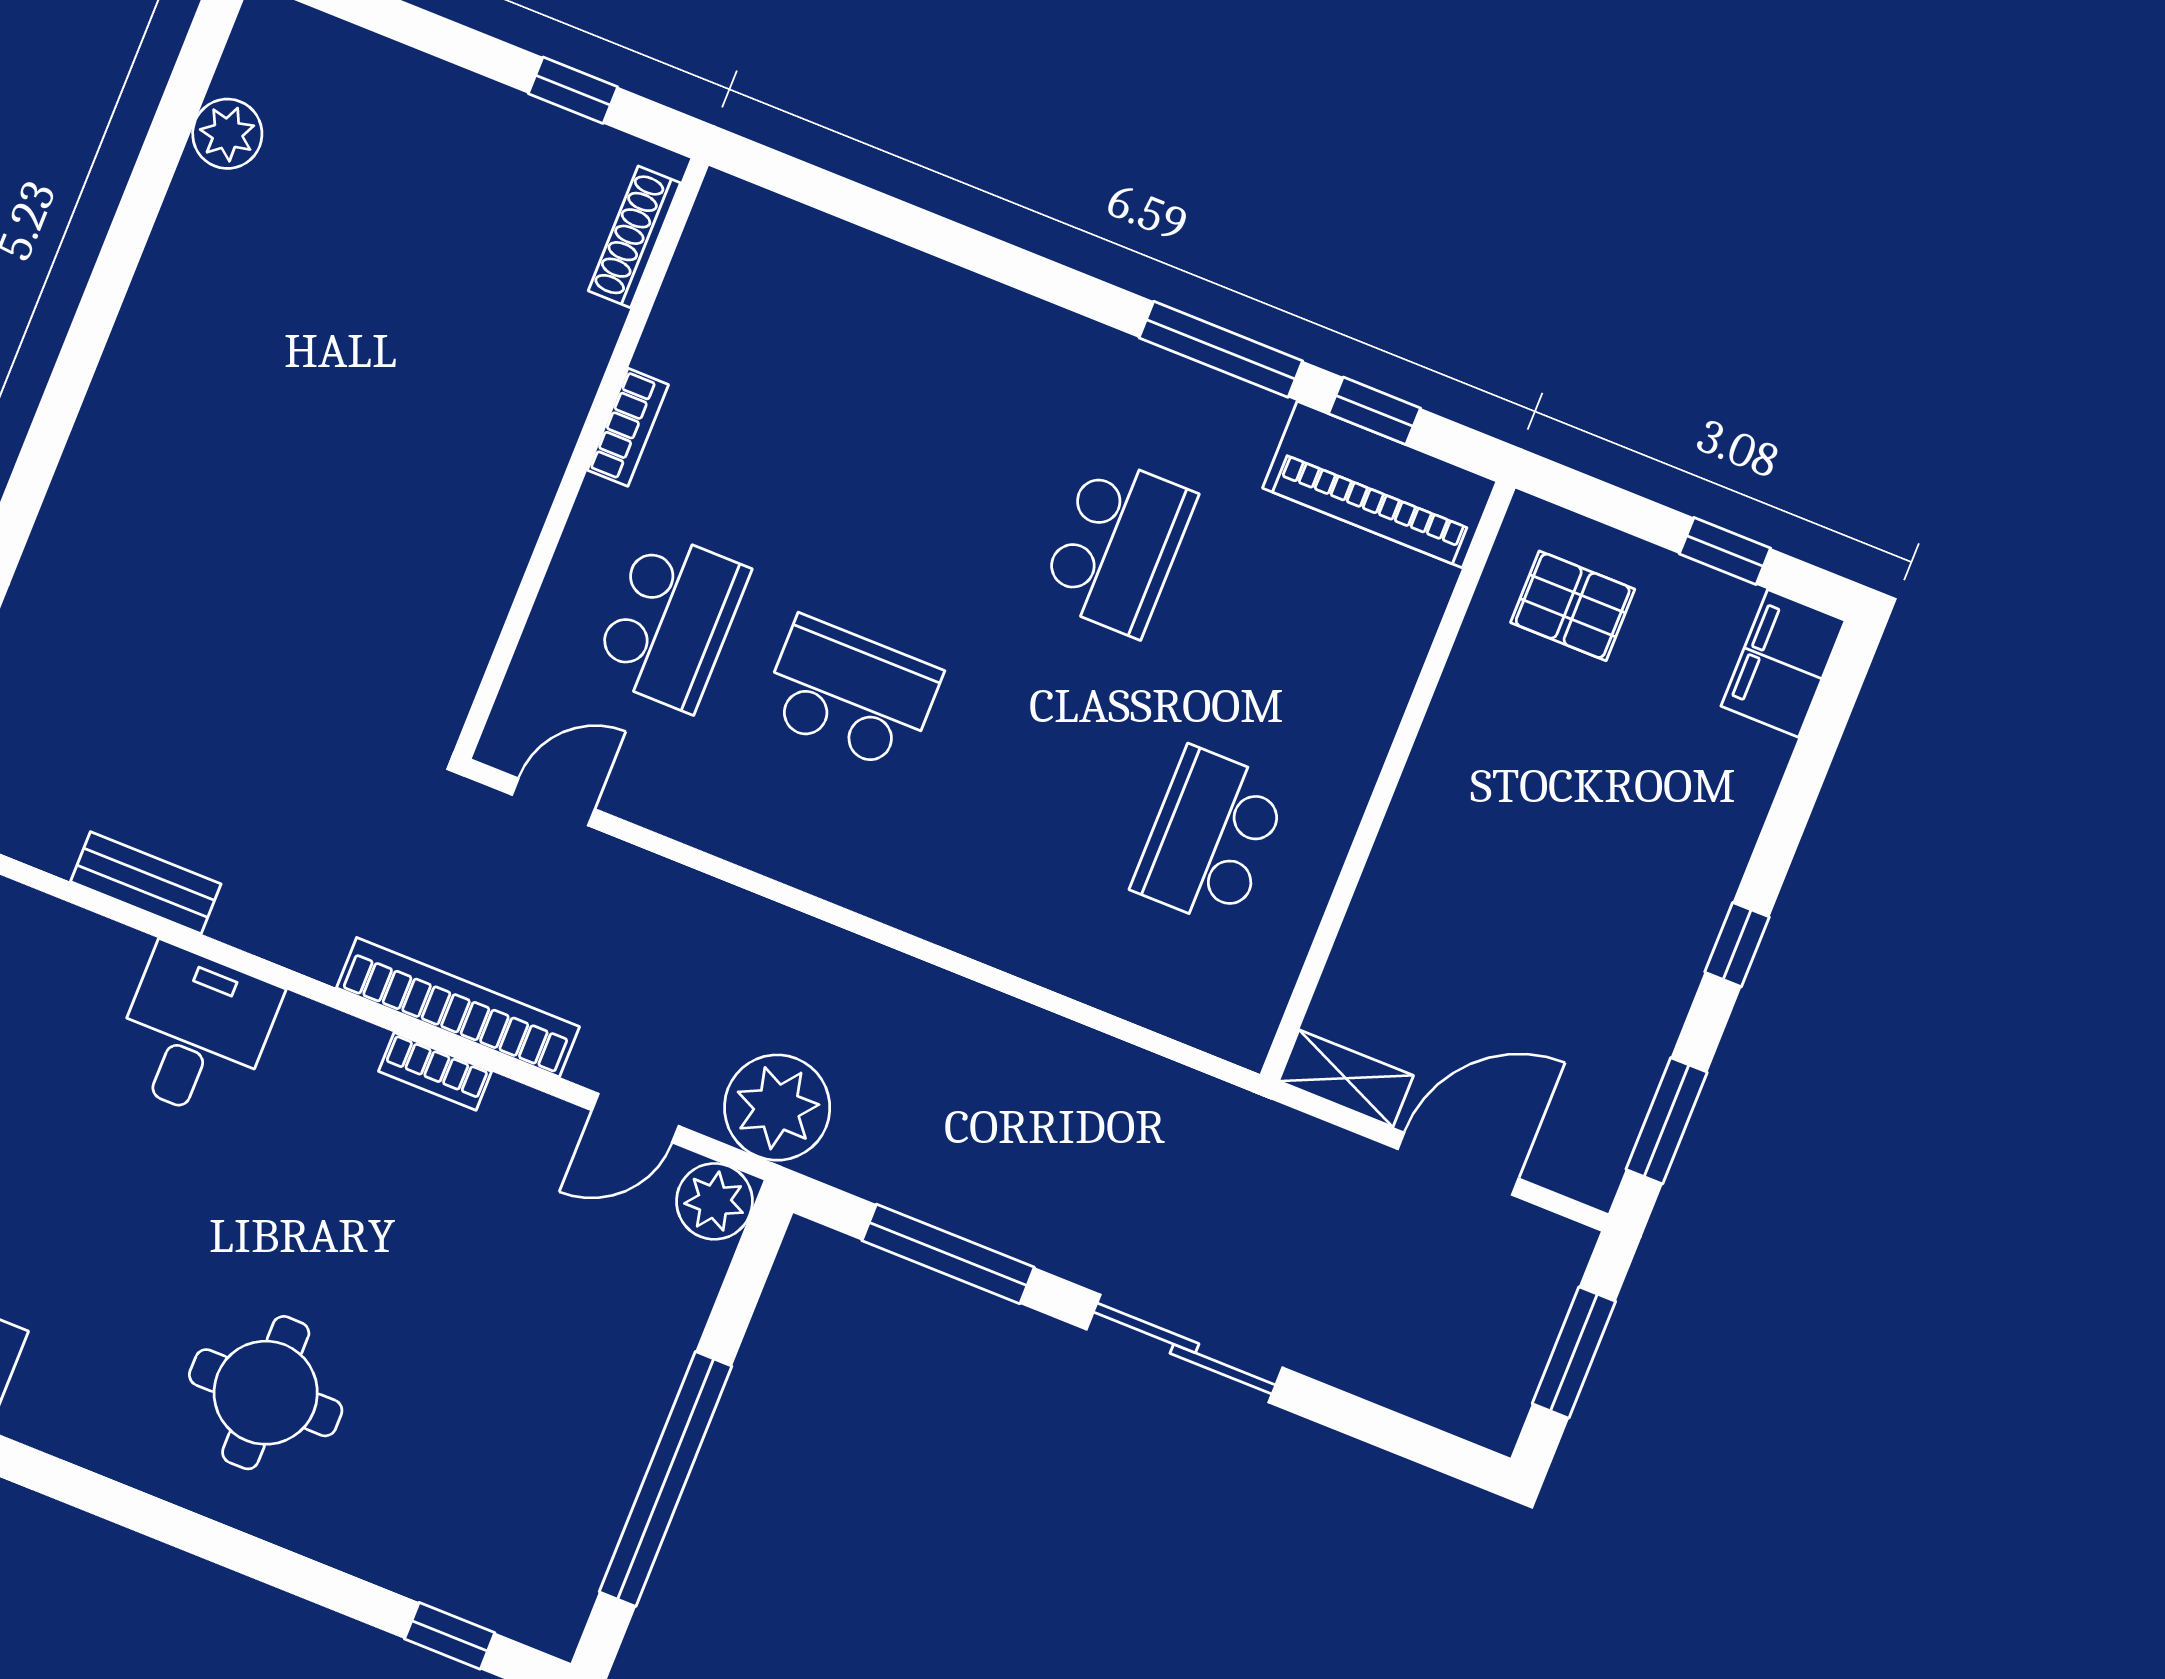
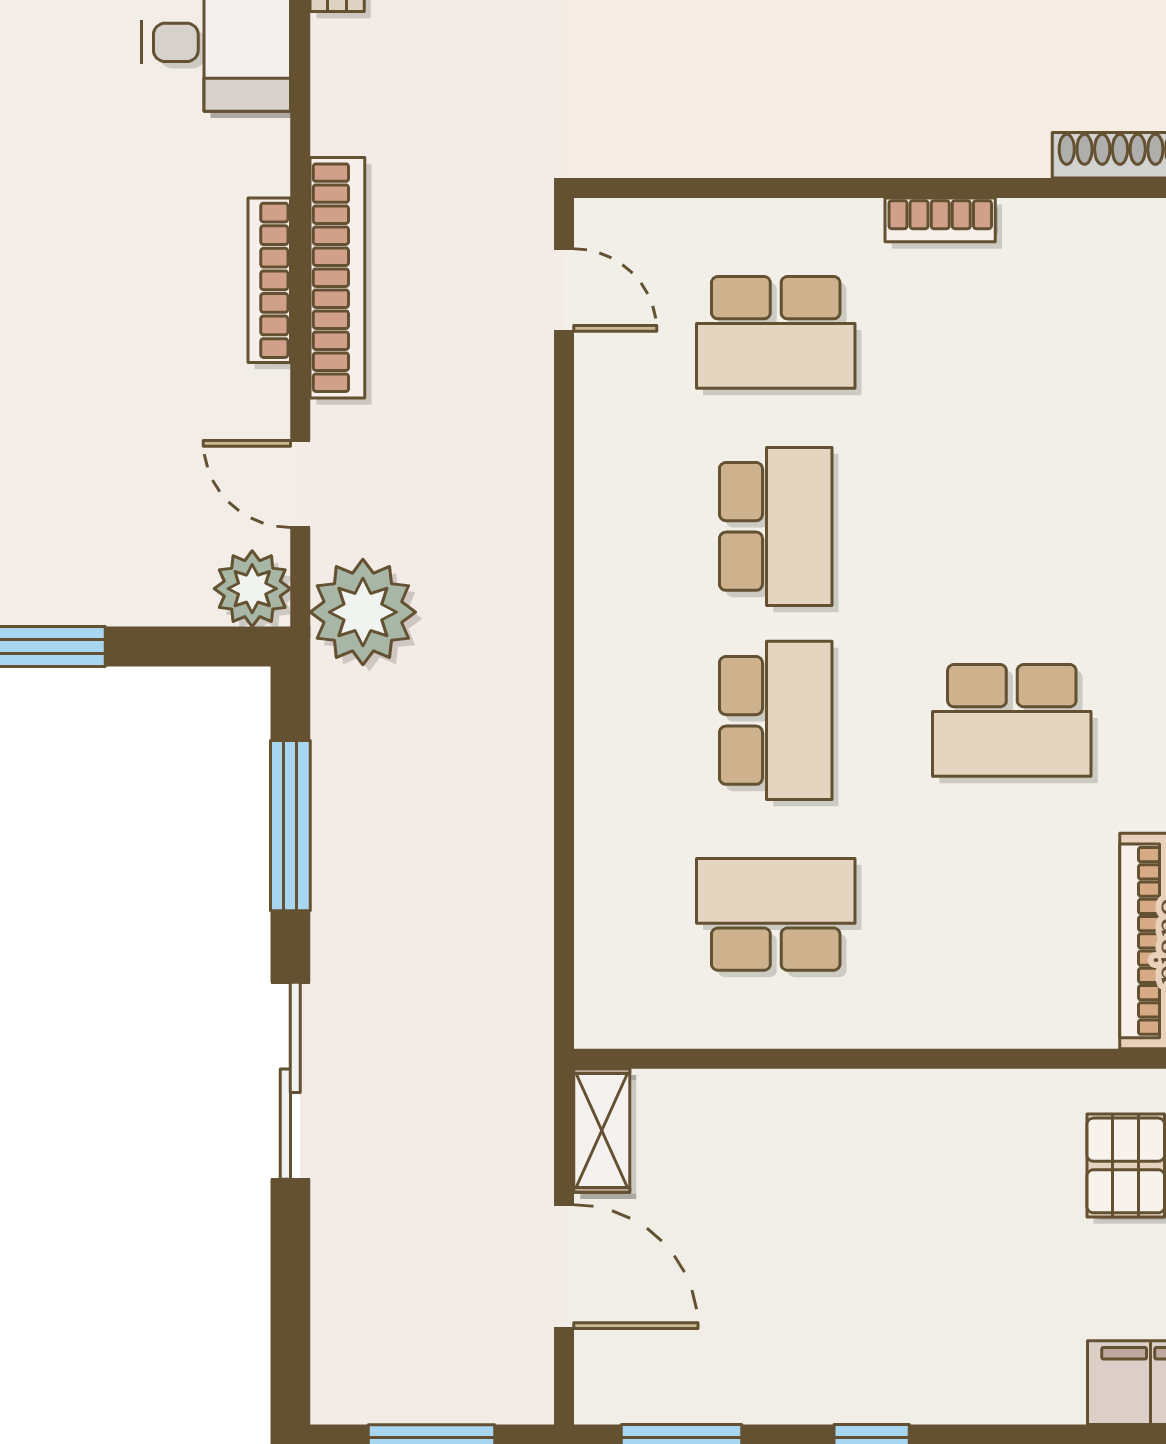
school desk: (1031, 765) -> (776, 720), added
bookcase: (435, 1071) -> (269, 280), width x1.56

